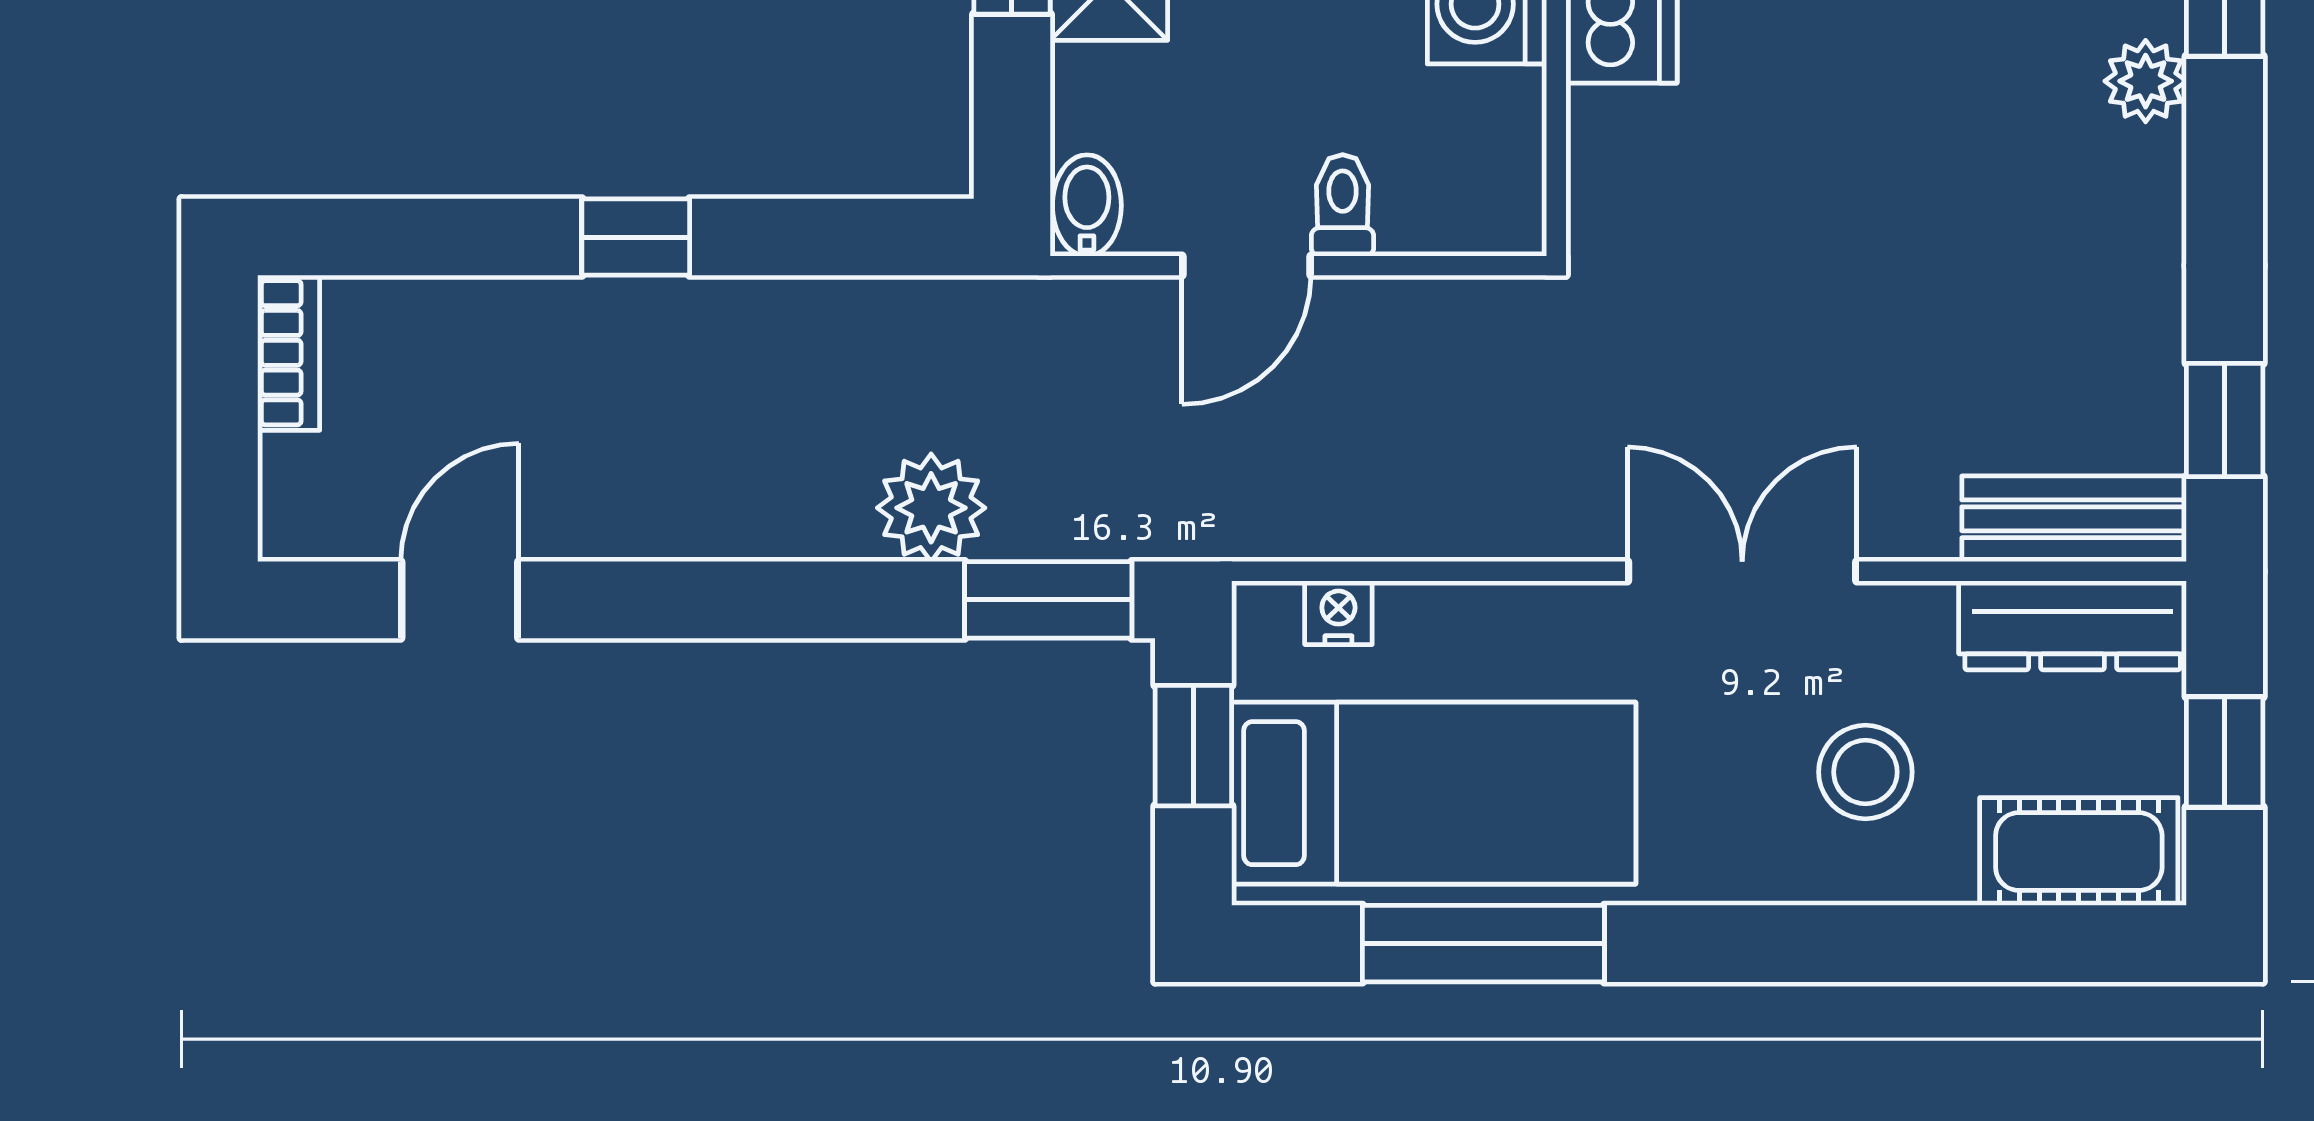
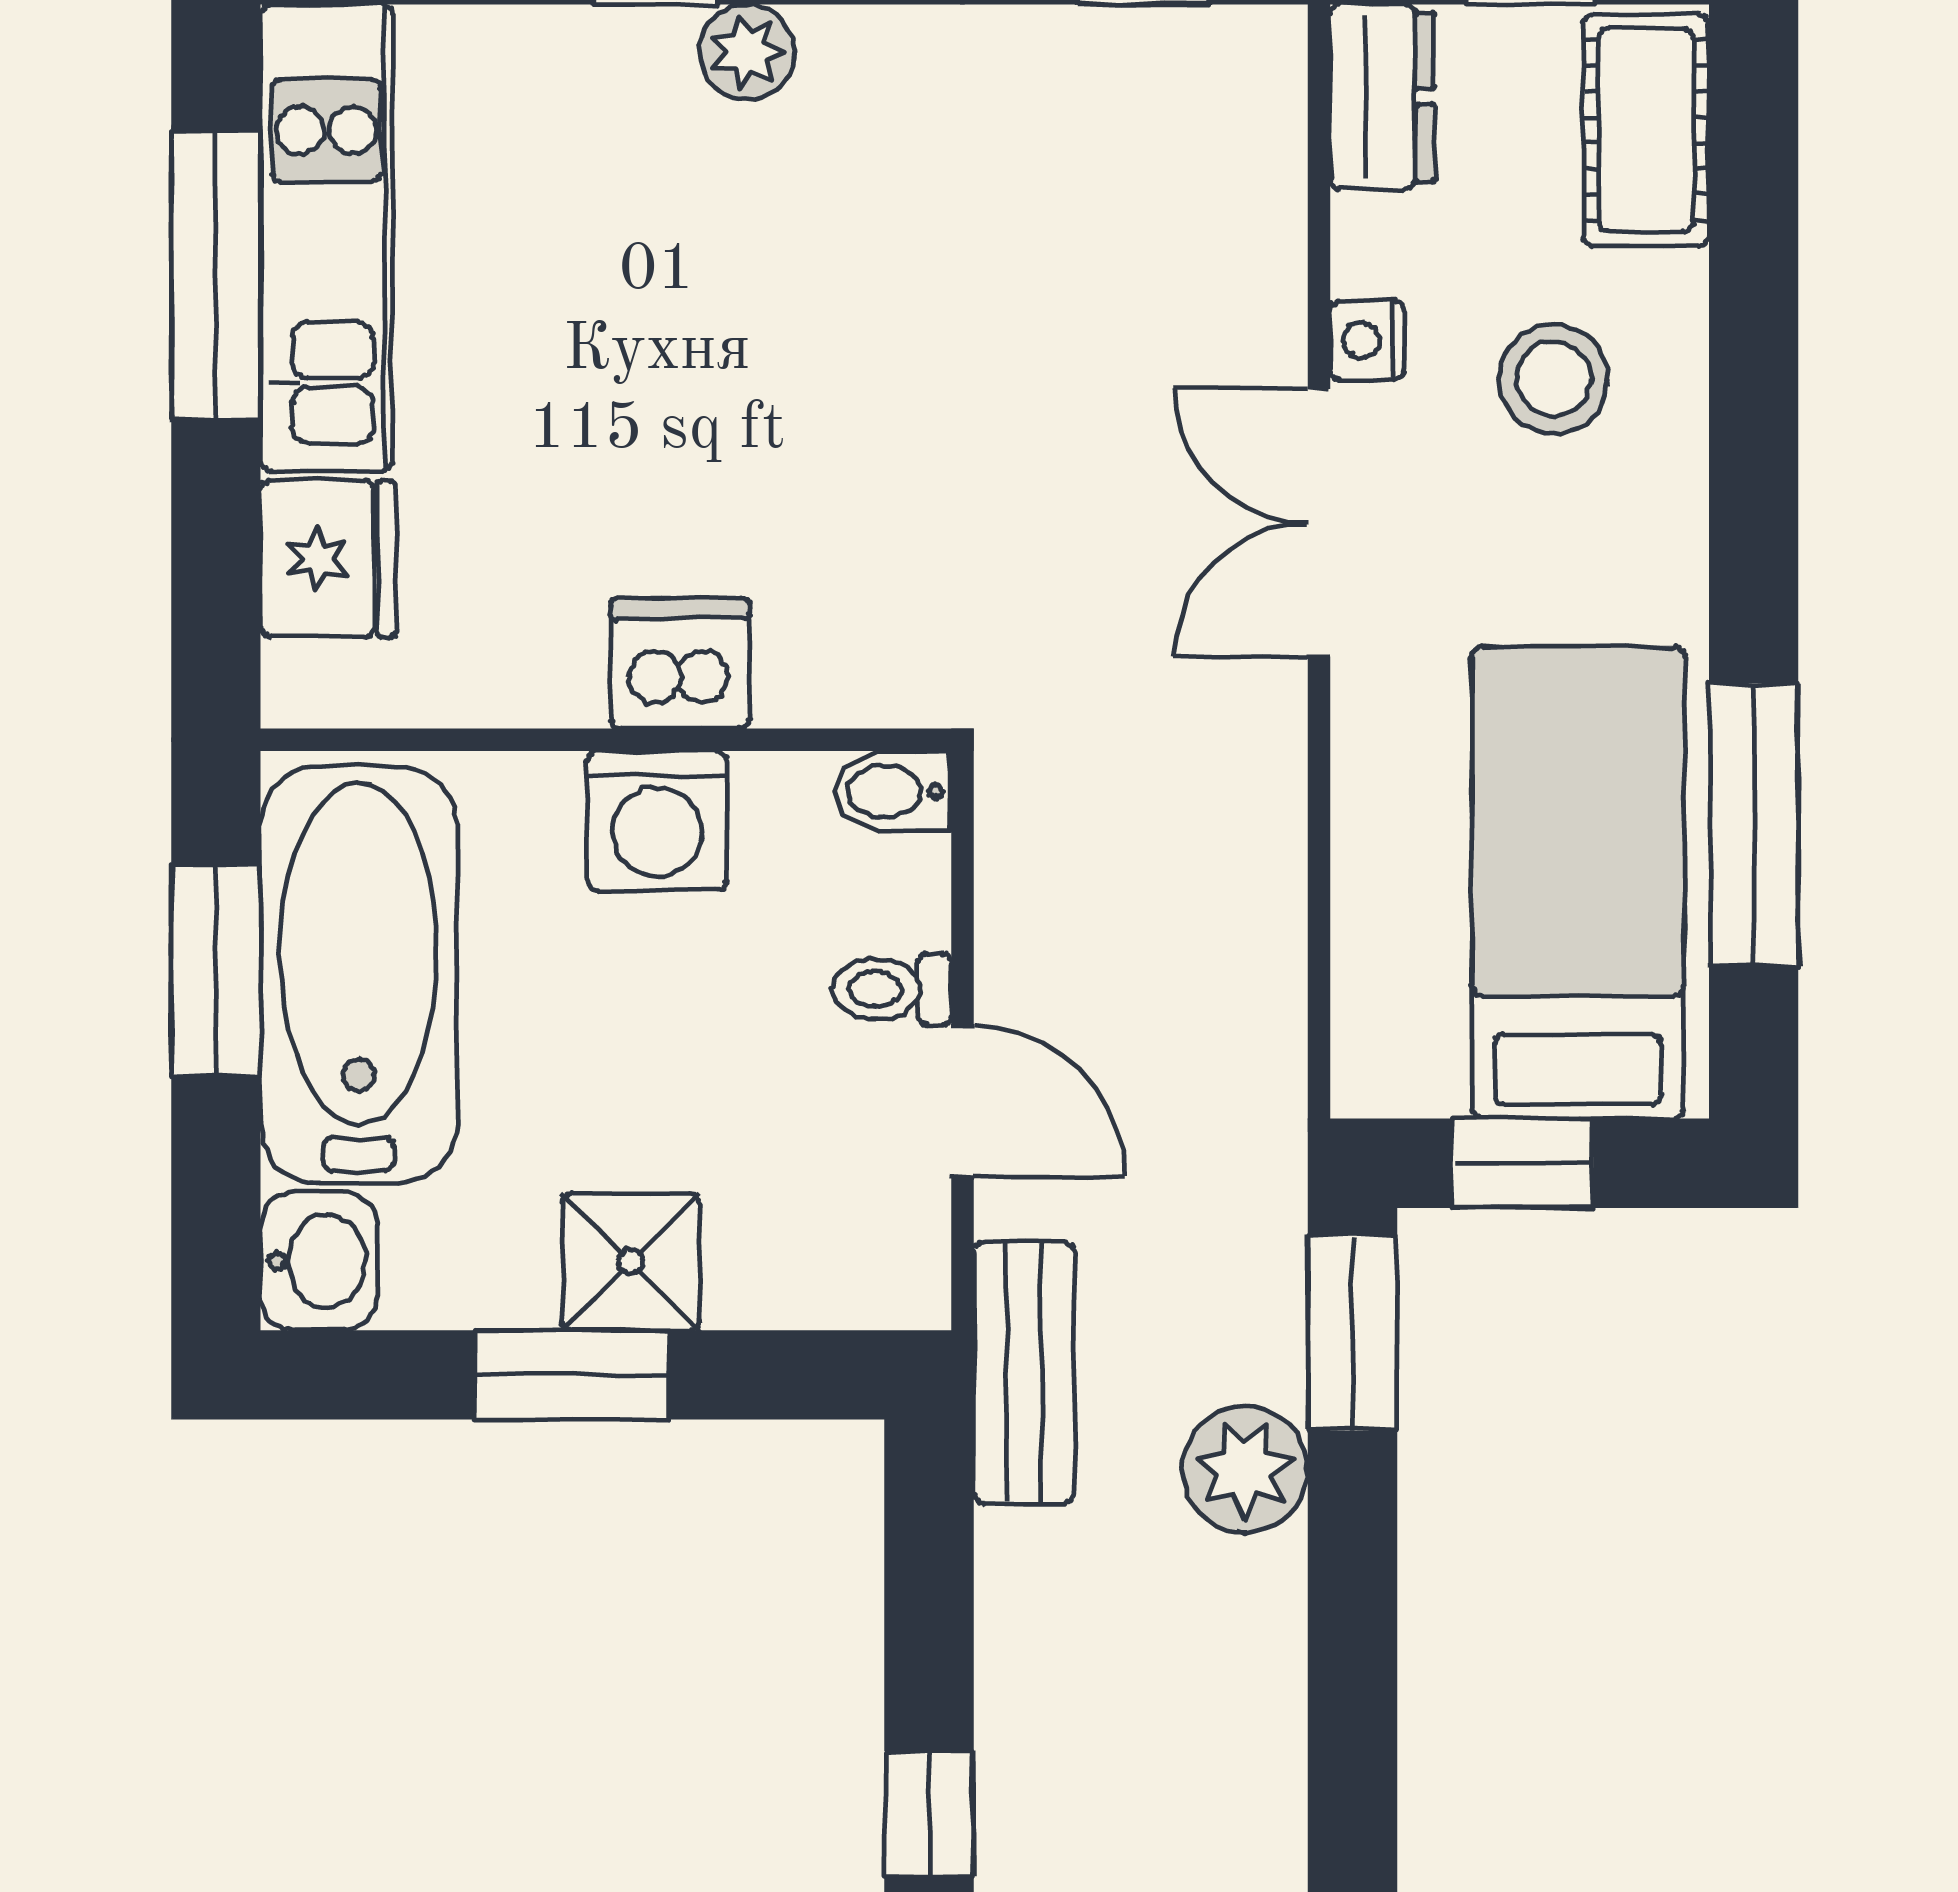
bidet: (1087, 205) -> (892, 791), moved
bench: (2074, 519) -> (1024, 1373), moved
nightstand: (1338, 613) -> (1367, 341), moved
dresser: (2073, 625) -> (1382, 97), width x0.70

